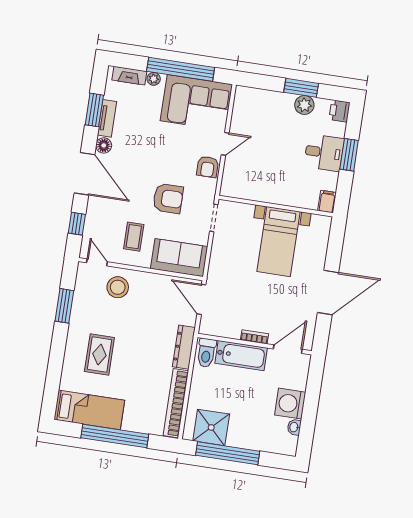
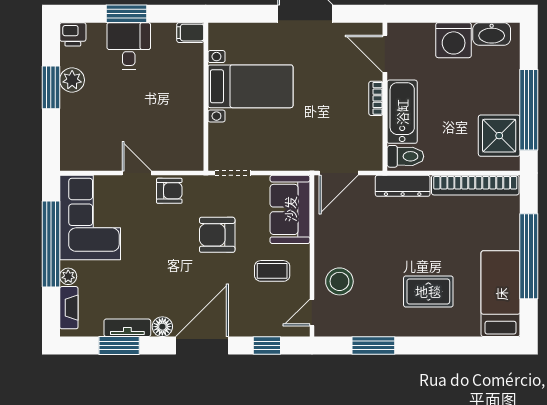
armchair: (168, 198) -> (217, 235), turned -90
washbasin: (294, 427) -> (492, 34), width x1.91, depth x1.45

